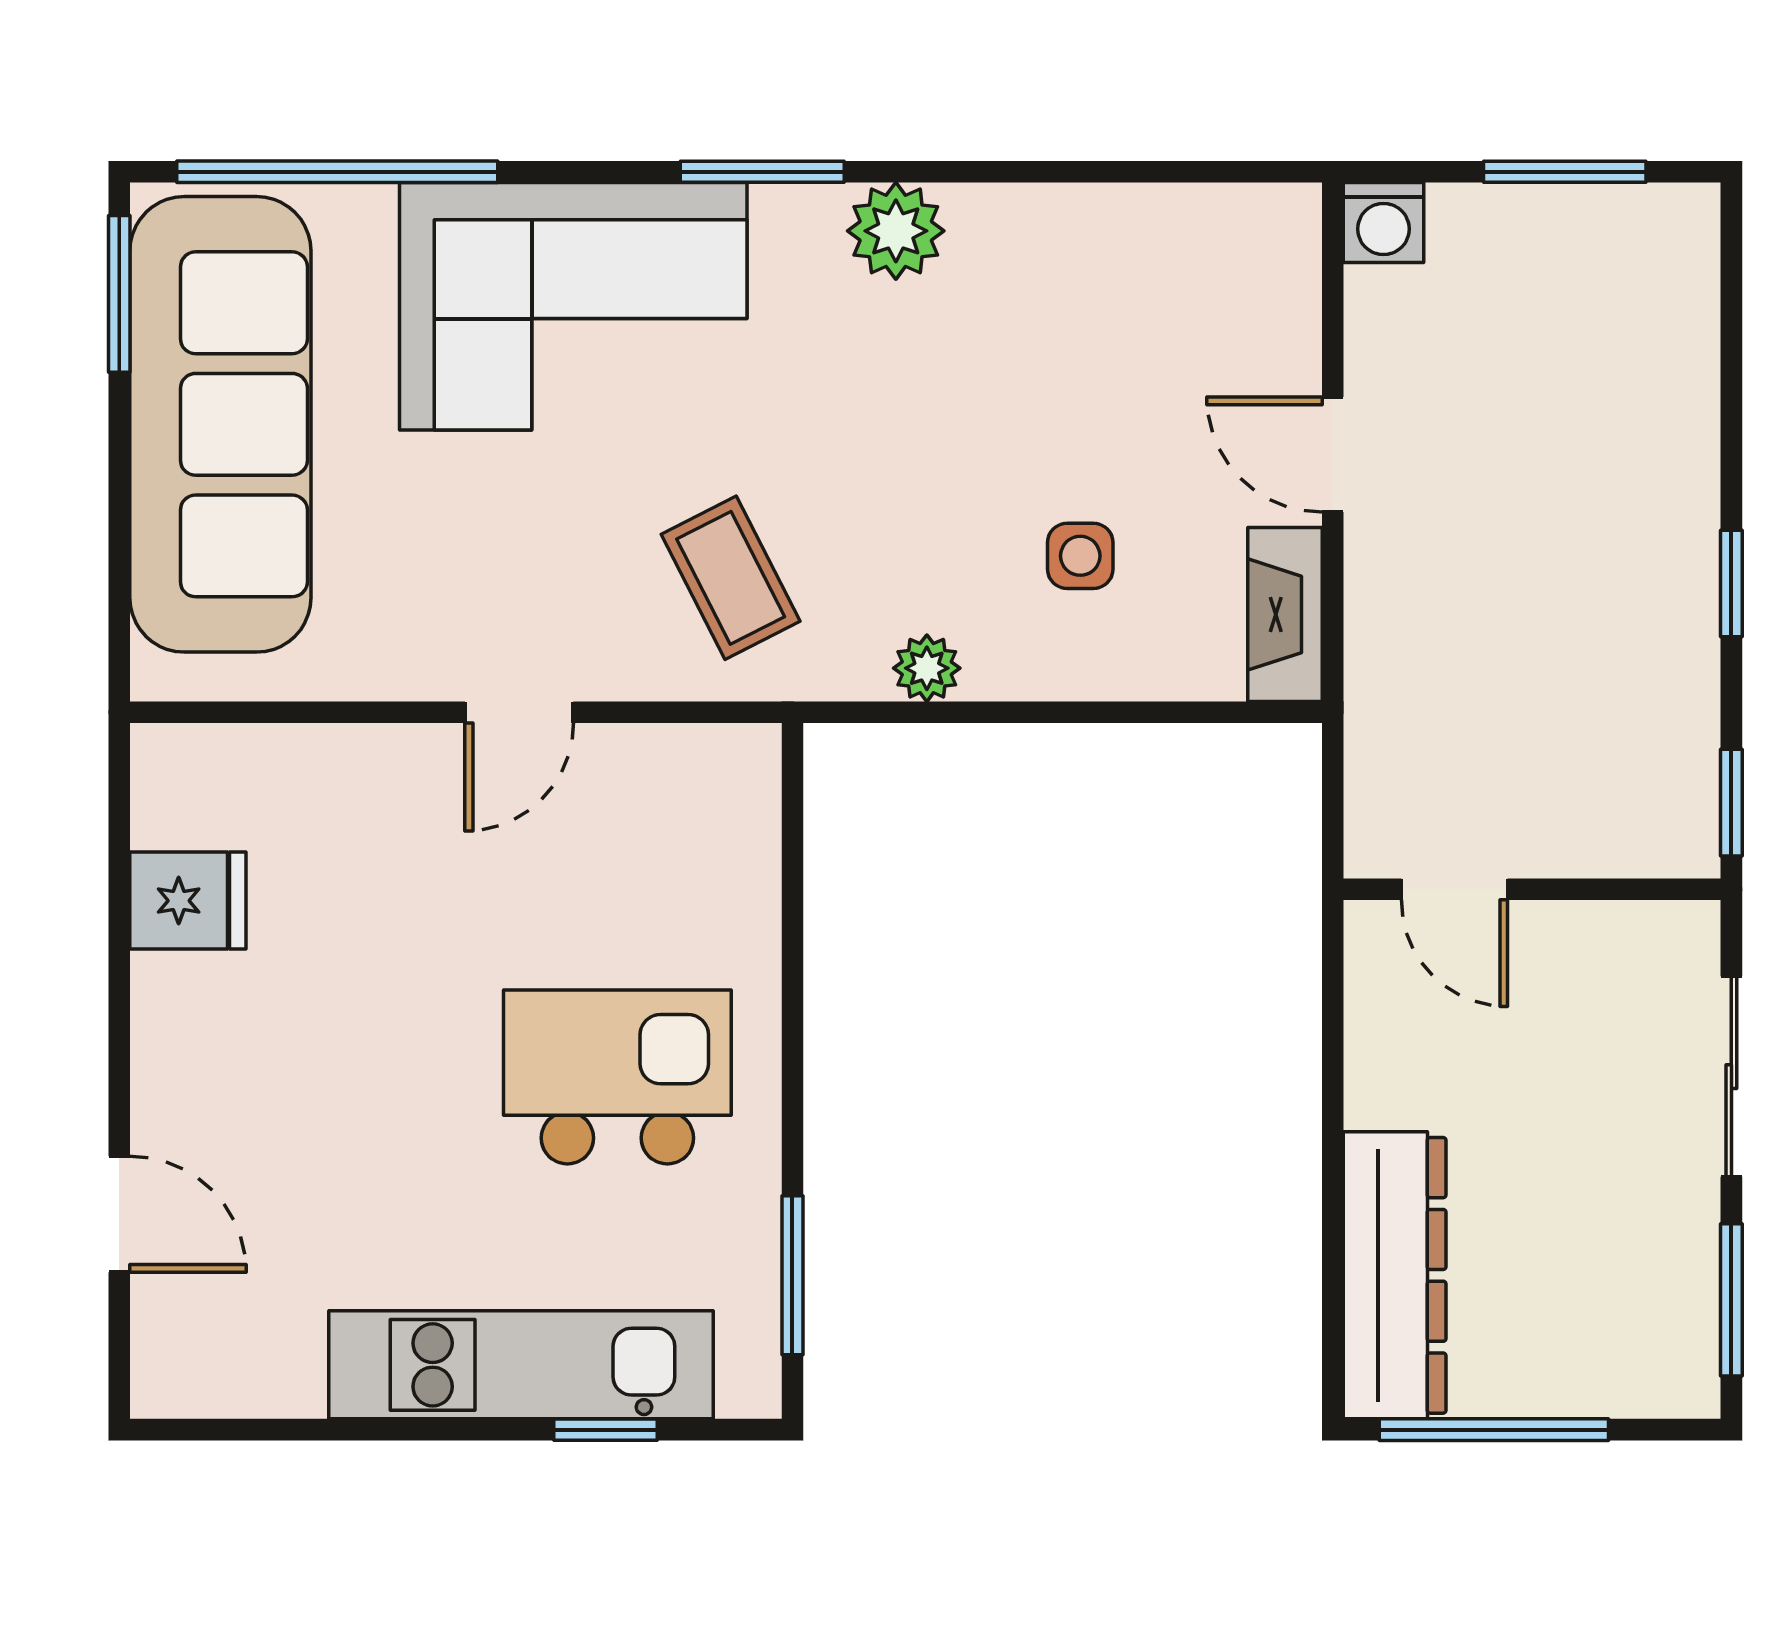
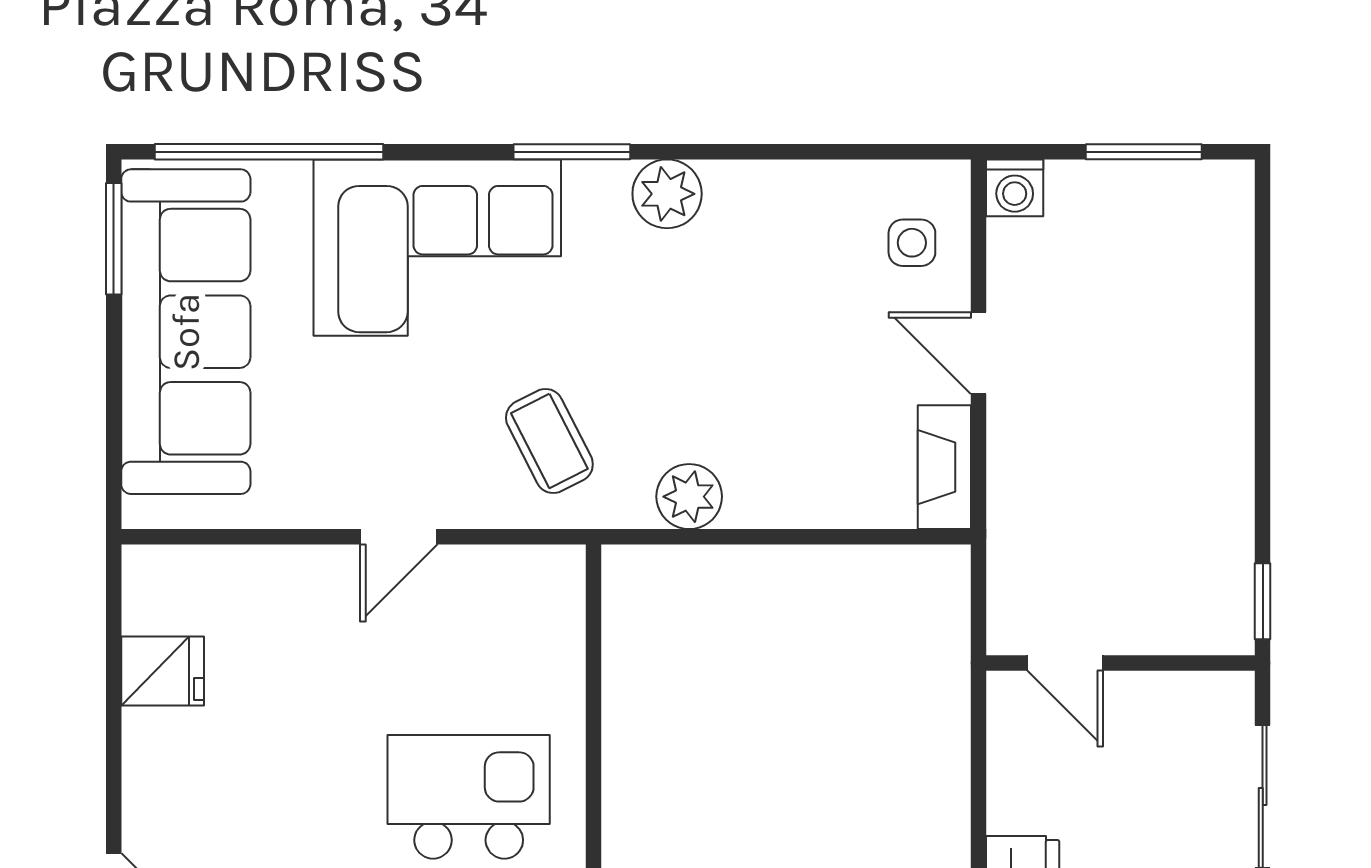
side table: (1080, 556) -> (912, 243), moved
window: (1731, 583) -> (1263, 445), removed
plant: (927, 668) -> (689, 497), width x1.38, depth x1.38

